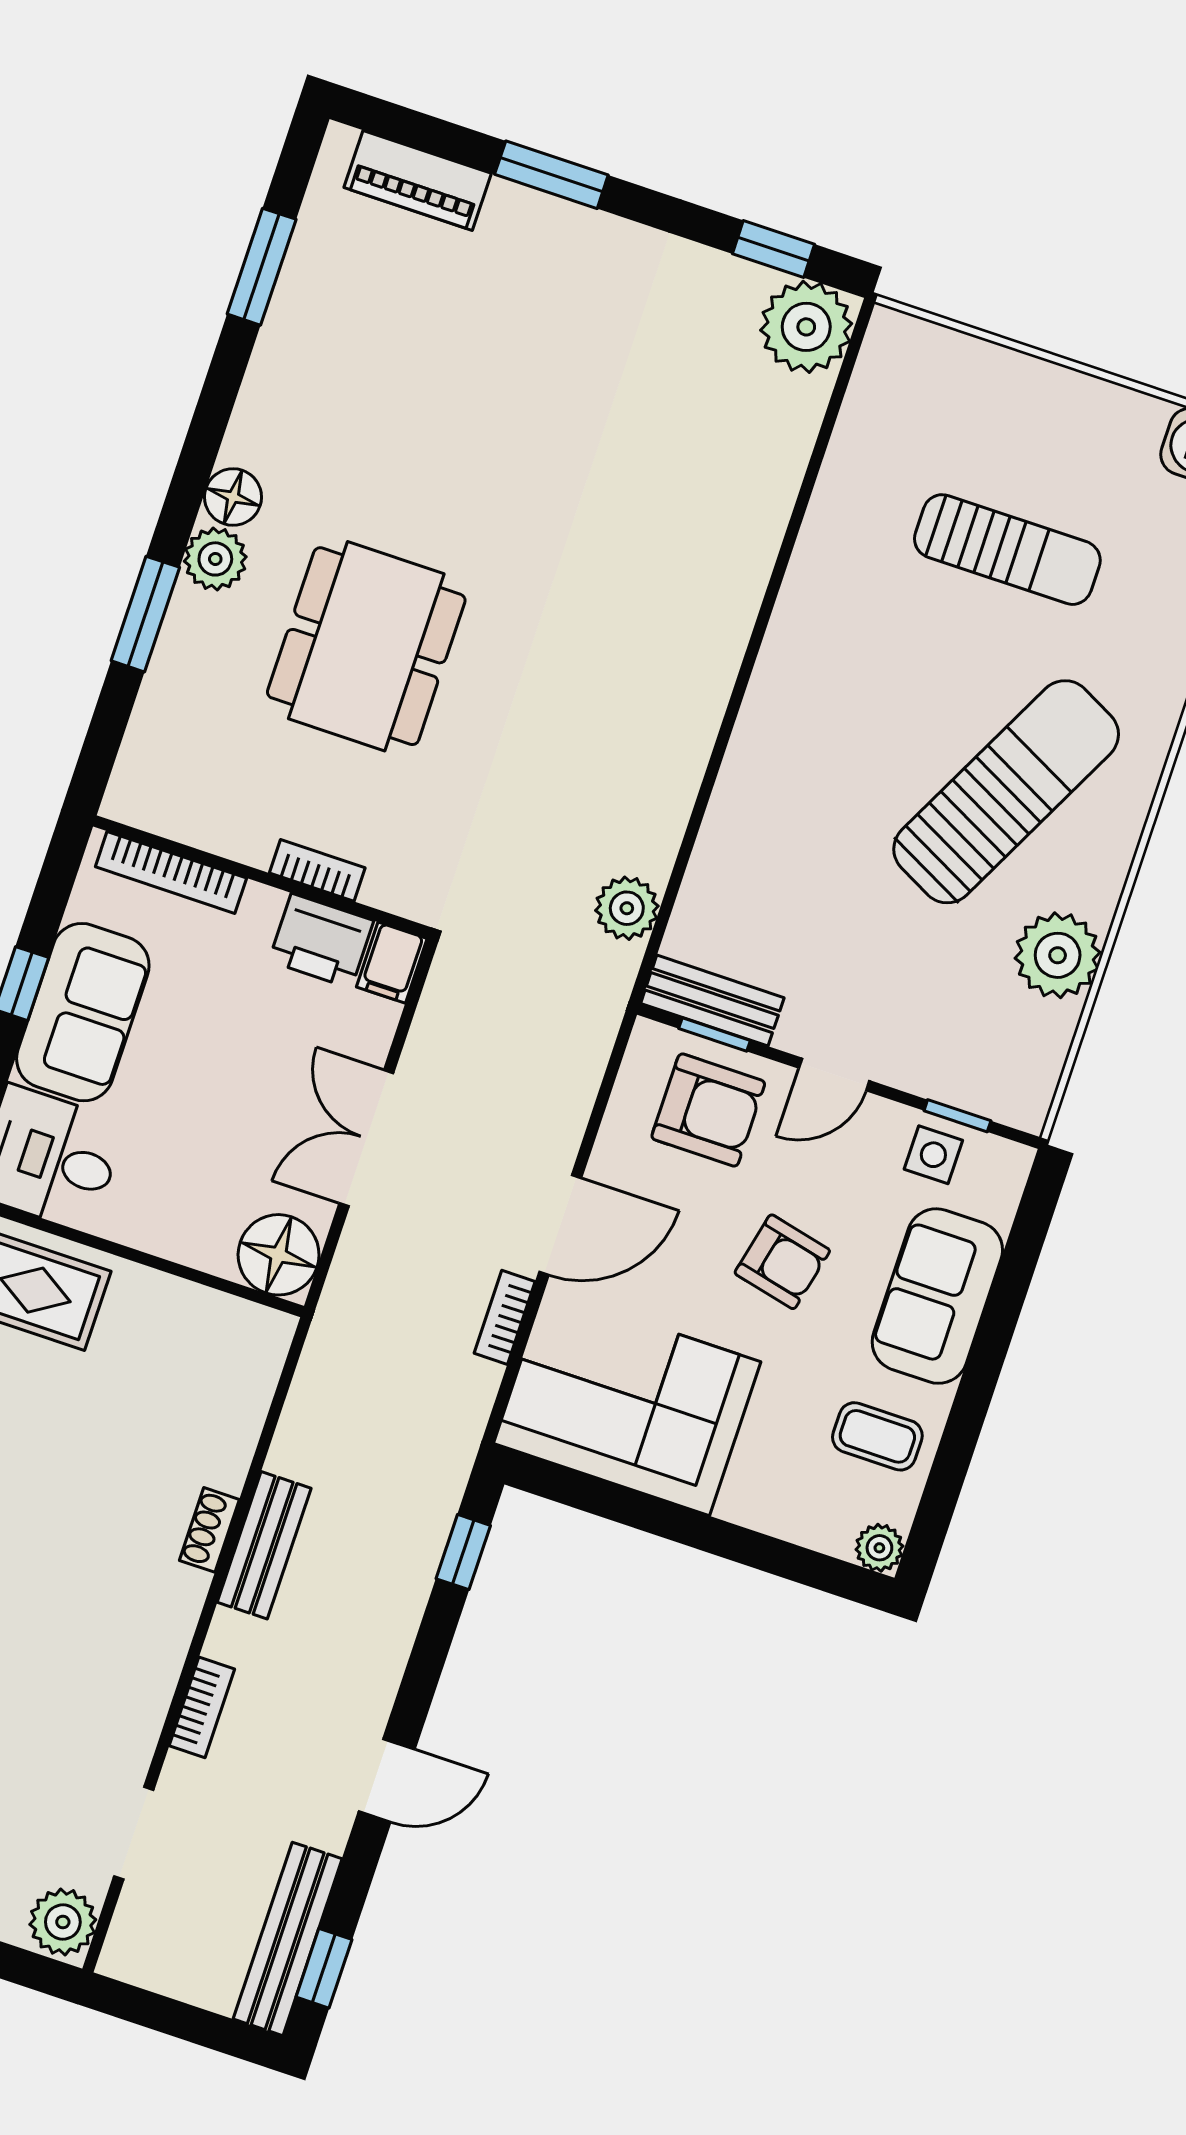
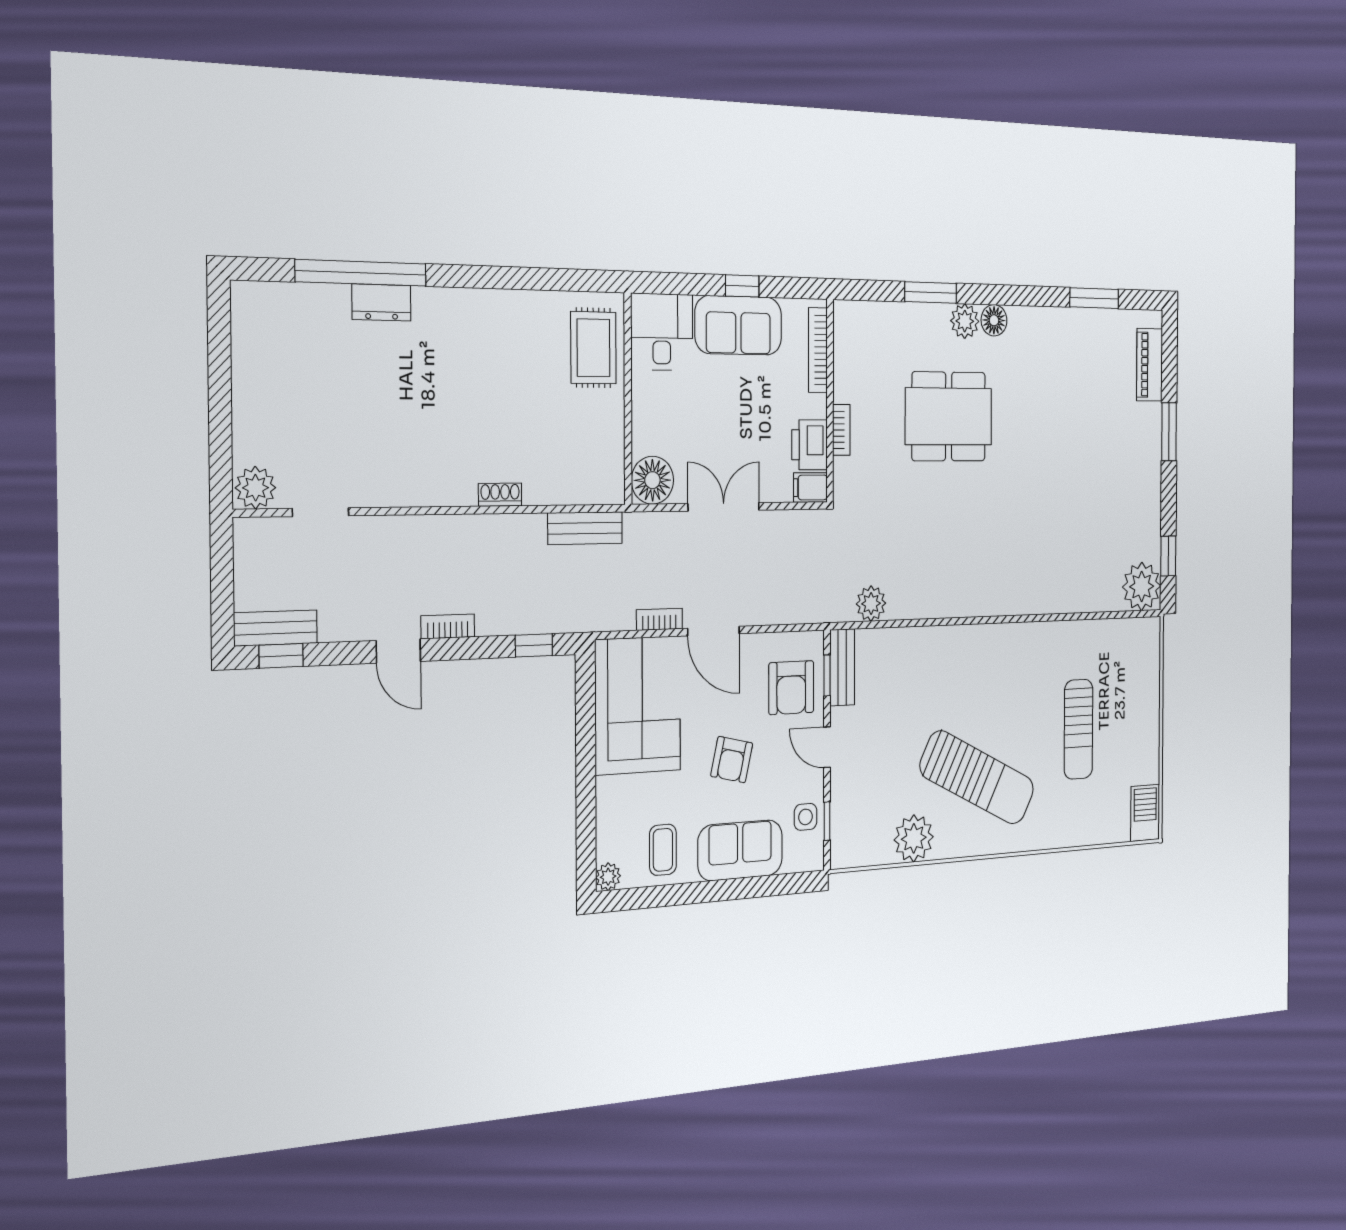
bench: (264, 1545) -> (585, 528), moved
bookcase: (202, 1707) -> (448, 626), moved, turned 180
bench: (288, 1939) -> (276, 628), width x0.73

